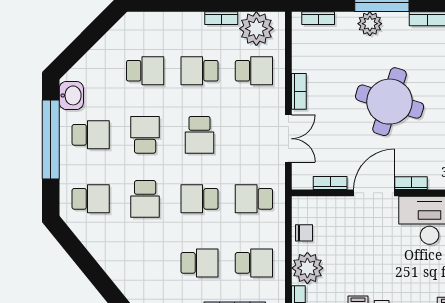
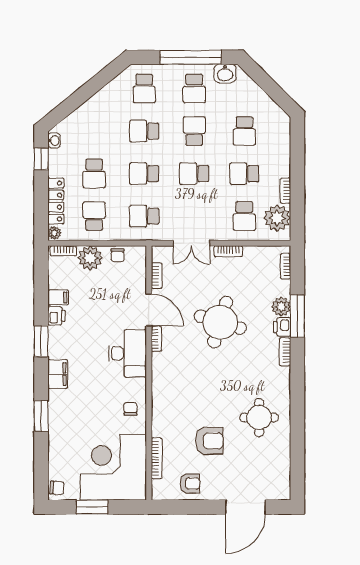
printer: (396, 23) -> (282, 327), added
school desk: (199, 71) -> (244, 174), turned -90
school desk: (145, 135) -> (194, 131), turned -90
school desk: (199, 199) -> (144, 174), turned -90
school desk: (254, 199) -> (144, 216), turned -90
school desk: (254, 263) -> (94, 216), turned 180

